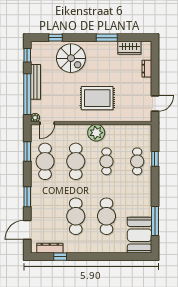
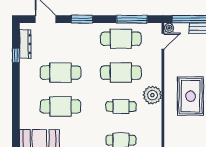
door: (47, 123) -> (163, 41), swing flipped
window: (27, 151) -> (132, 19), width x1.44

